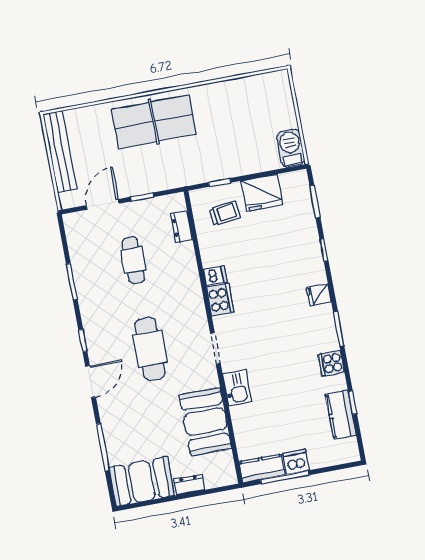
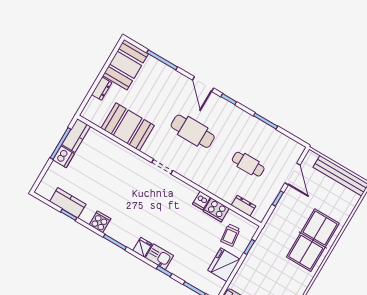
cooker: (220, 300) -> (216, 210), moved
kitchen sink: (237, 388) -> (159, 257), moved, turned 180

